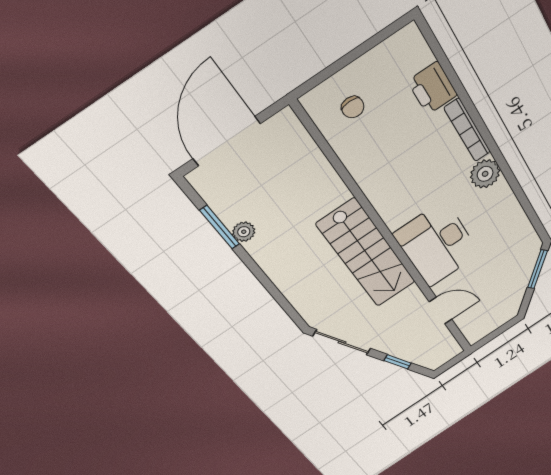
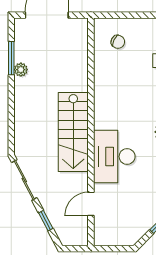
chair: (353, 107) -> (118, 42), turned -64
door: (441, 310) -> (91, 204), swing flipped

